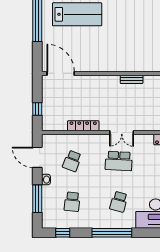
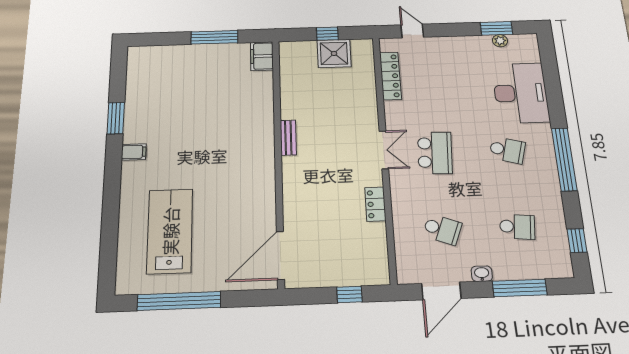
locker: (83, 126) -> (375, 204), width x0.66

